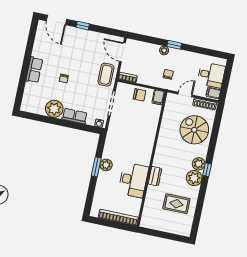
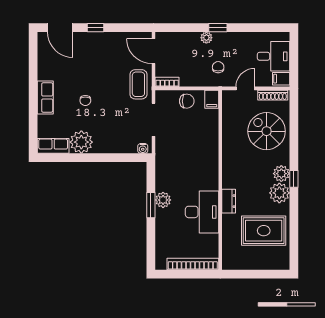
row of seats: (75, 116) -> (53, 146), moved
rug: (176, 204) -> (264, 231), width x1.36, depth x1.43

